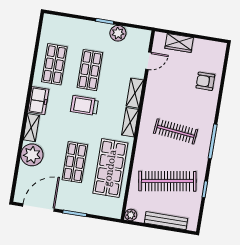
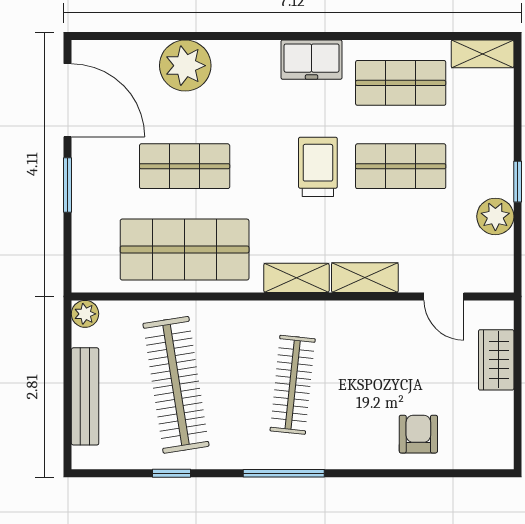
shelving: (31, 128) -> (483, 54), moved

